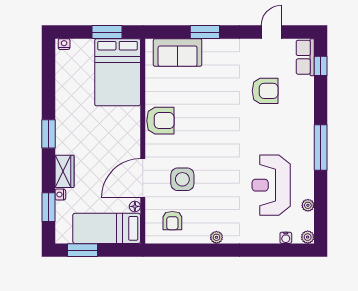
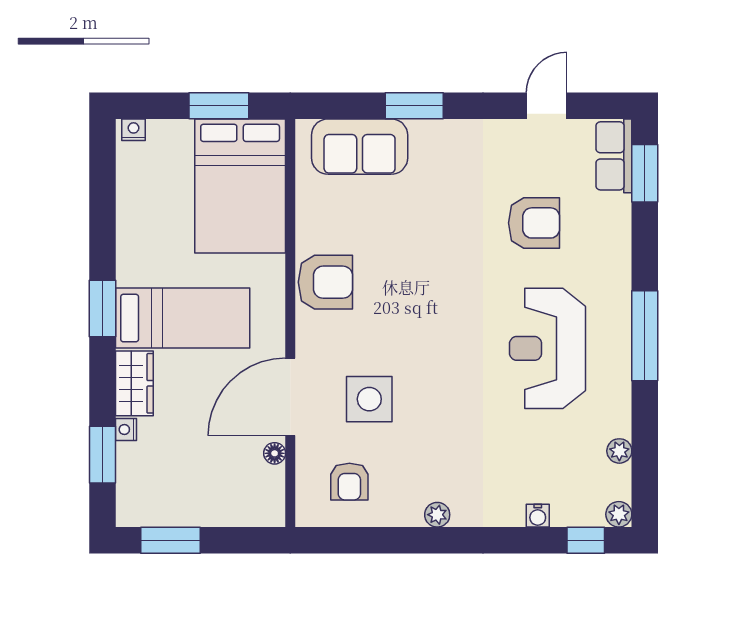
window: (321, 66) -> (645, 173), width x1.50
reception desk: (271, 185) -> (548, 348), moved
bed: (107, 228) -> (183, 318), moved, turned 180
water cooler: (286, 238) -> (538, 516), moved
window: (291, 250) -> (586, 540), added

